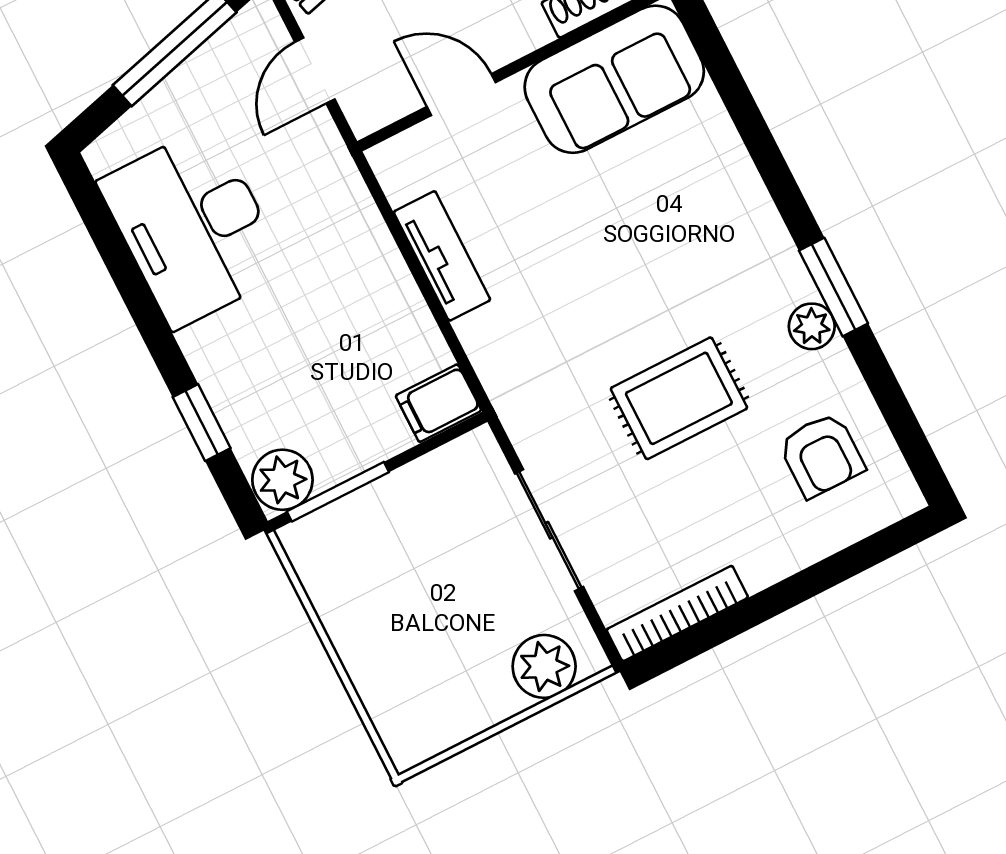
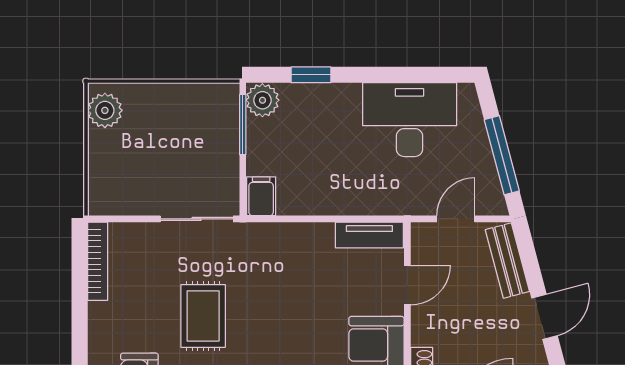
door: (315, 71) -> (456, 219), hinge flipped
tv unit: (442, 256) -> (369, 235), moved
sliding door: (549, 530) -> (197, 219), moved
plant: (544, 666) -> (105, 110), moved

